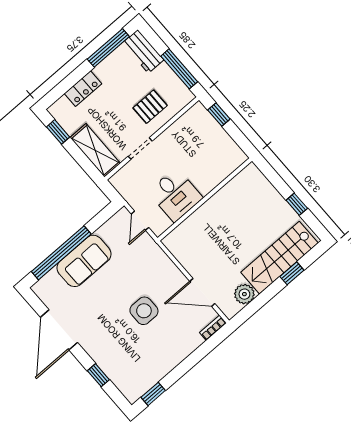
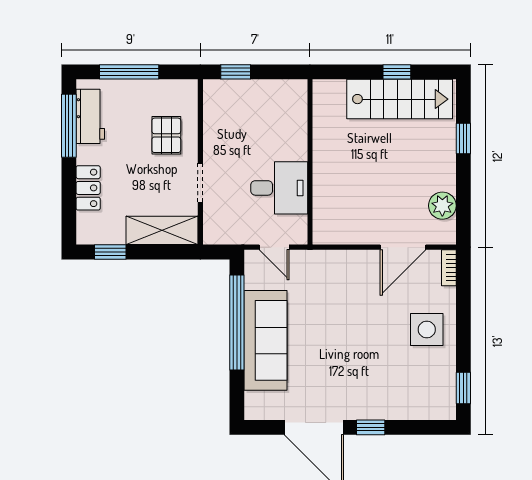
workbench: (143, 51) -> (90, 116), moved, turned -90
window: (179, 69) -> (129, 72), moved
window: (61, 253) -> (237, 323), moved
stairs: (279, 258) -> (400, 99), moved, turned -90
sofa: (84, 261) -> (265, 340), width x1.36
side table: (144, 311) -> (427, 329), moved
window: (98, 375) -> (371, 427), moved

